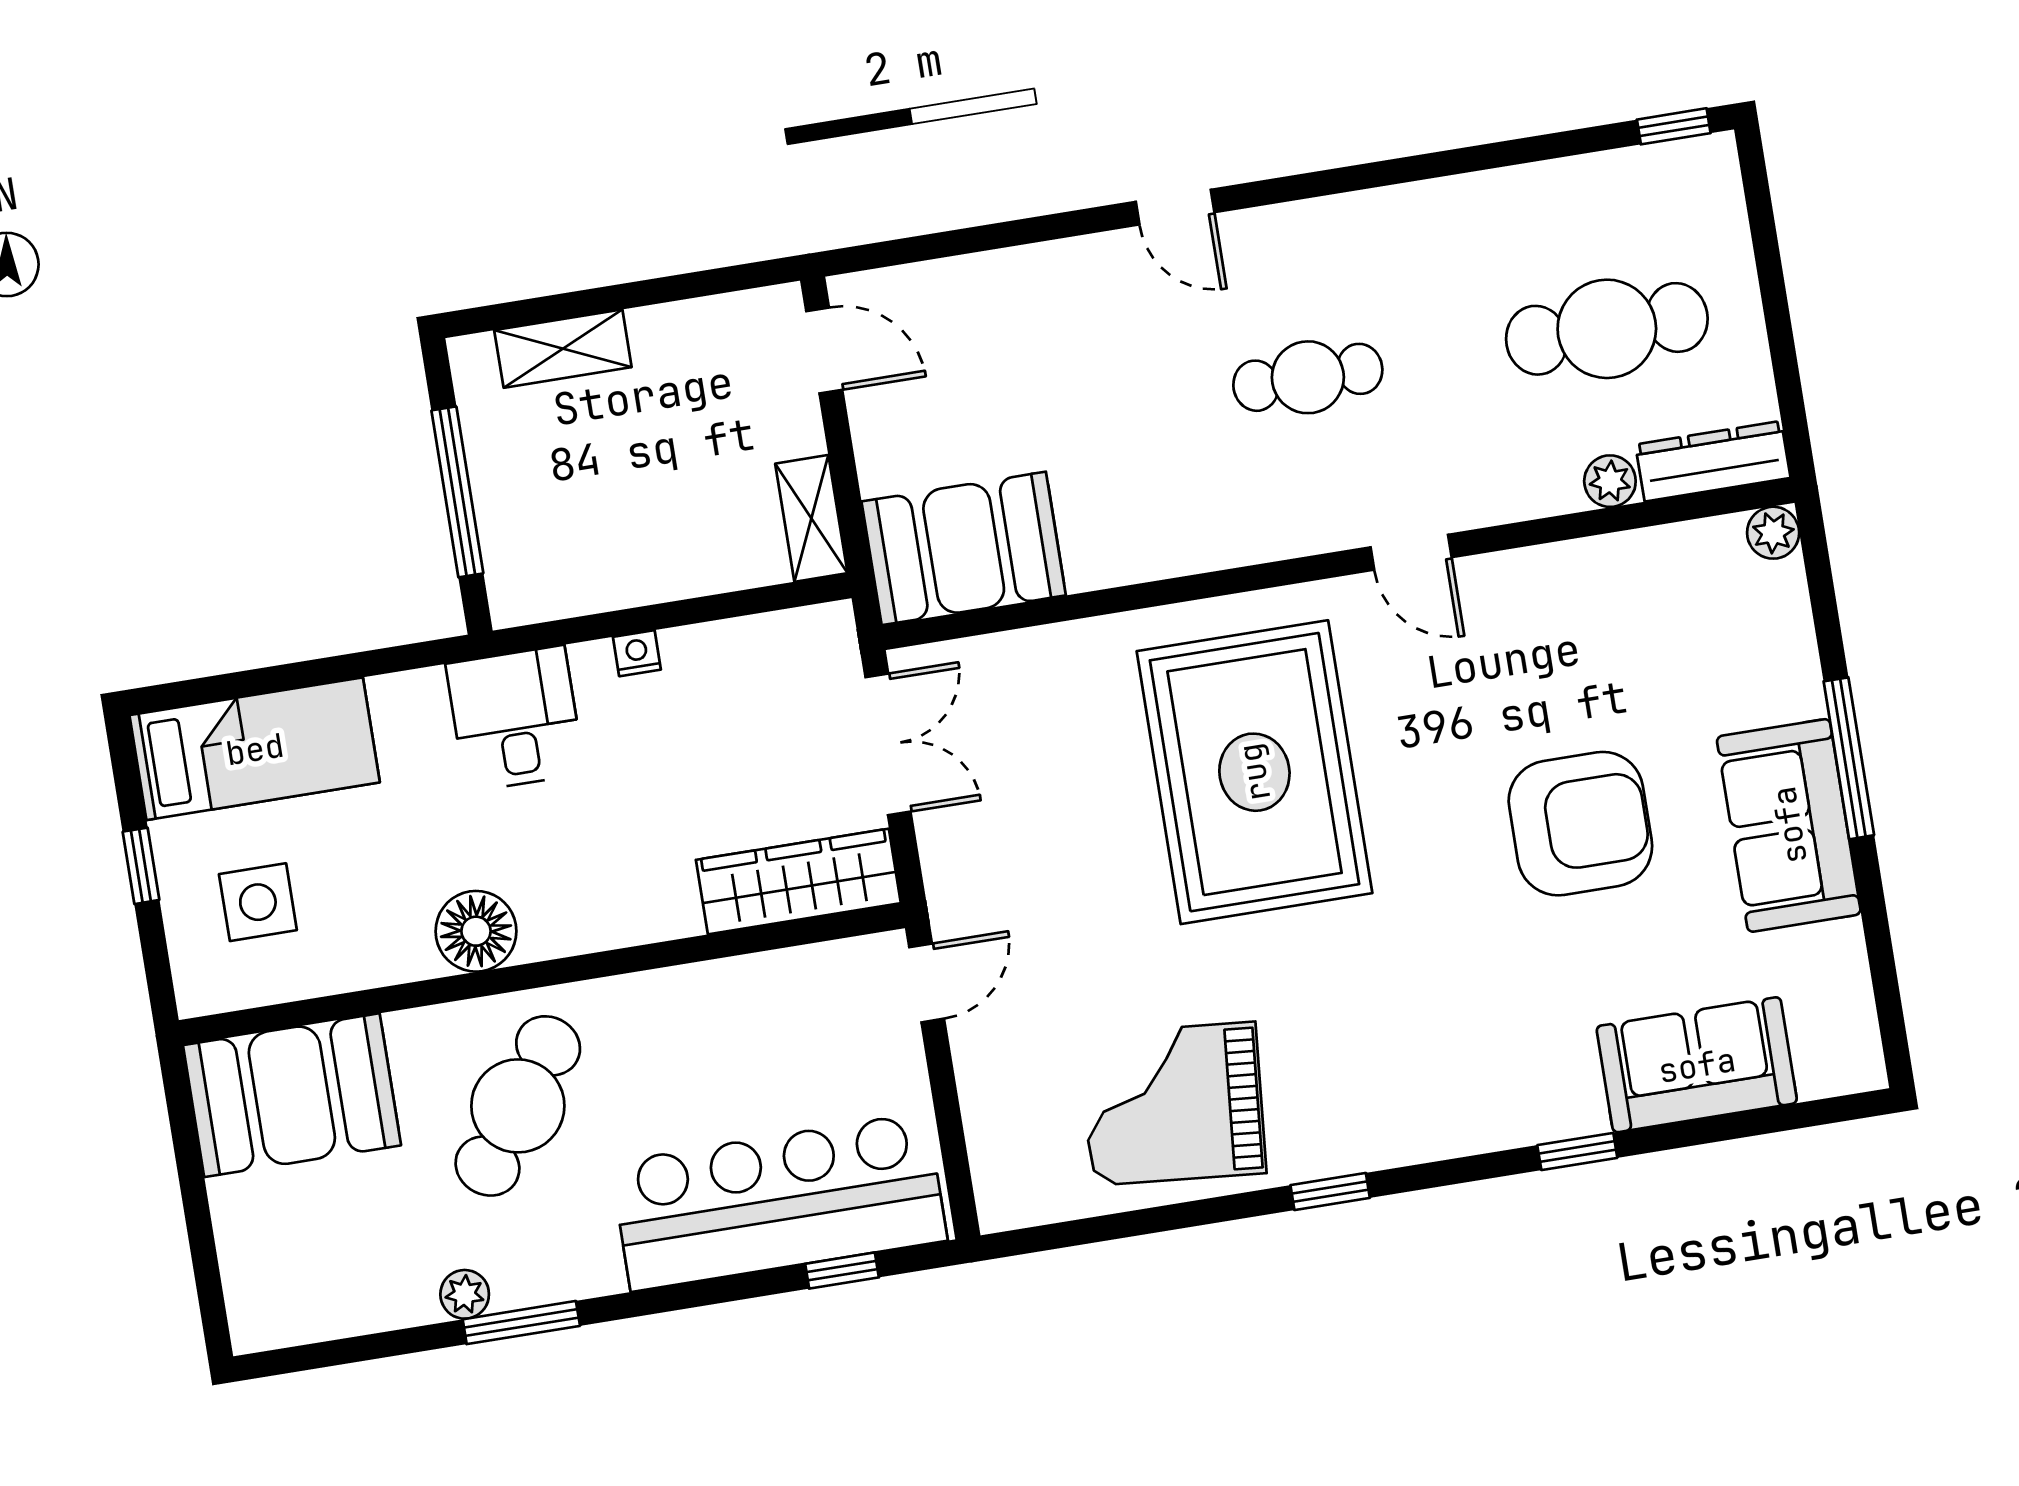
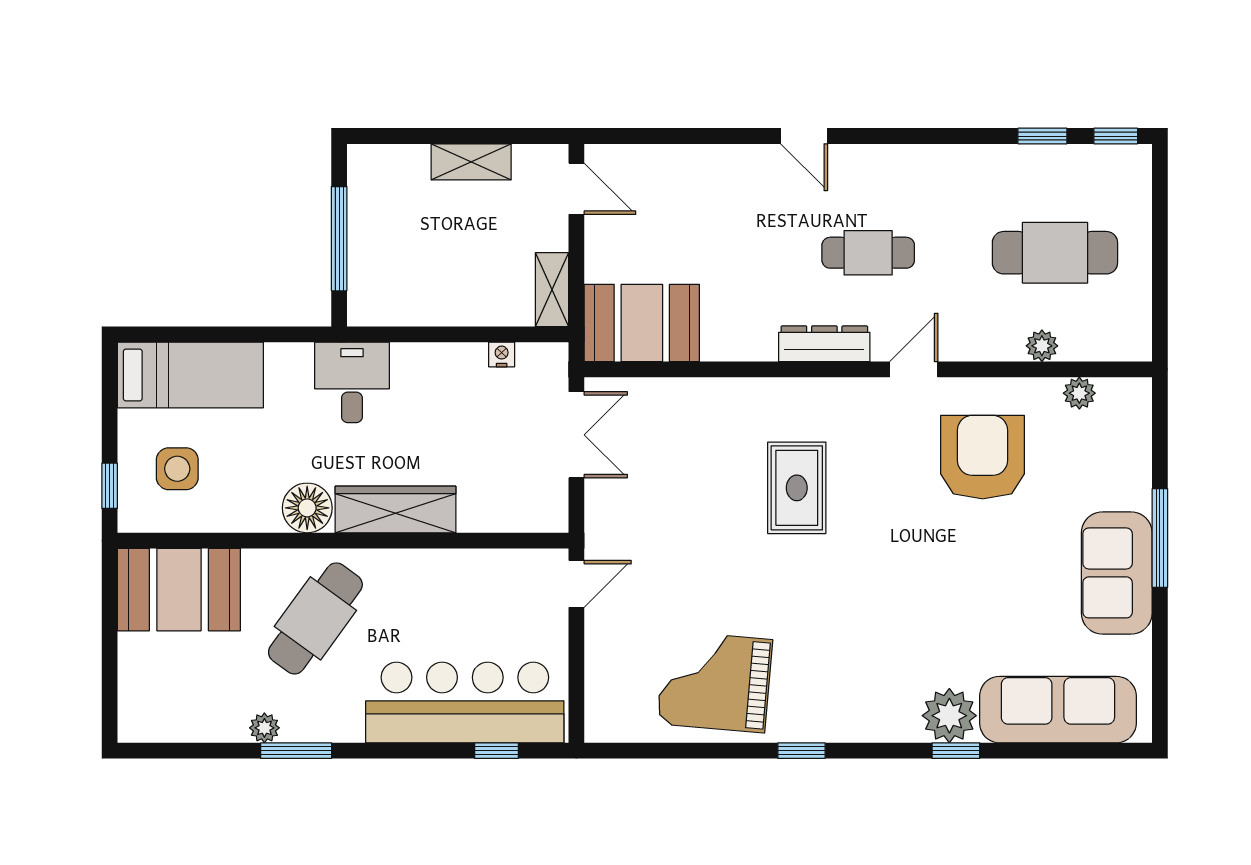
window: (1556, 145) -> (1042, 136), added
shelving: (563, 349) -> (471, 162), moved
dresser: (1713, 461) -> (824, 344), moved
plant: (1773, 533) -> (1079, 393), moved
door: (1411, 552) -> (914, 369), swing flipped
nightstand: (637, 653) -> (502, 355), moved
rug: (1254, 772) -> (797, 488), width x0.54, depth x0.49
armchair: (1580, 824) -> (983, 457), moved, turned -90
window: (141, 866) -> (110, 486), moved
wardrobe: (798, 882) -> (395, 509), moved
sofa: (1697, 1065) -> (1058, 710), width x1.36
plant: (1558, 1097) -> (949, 716), added

